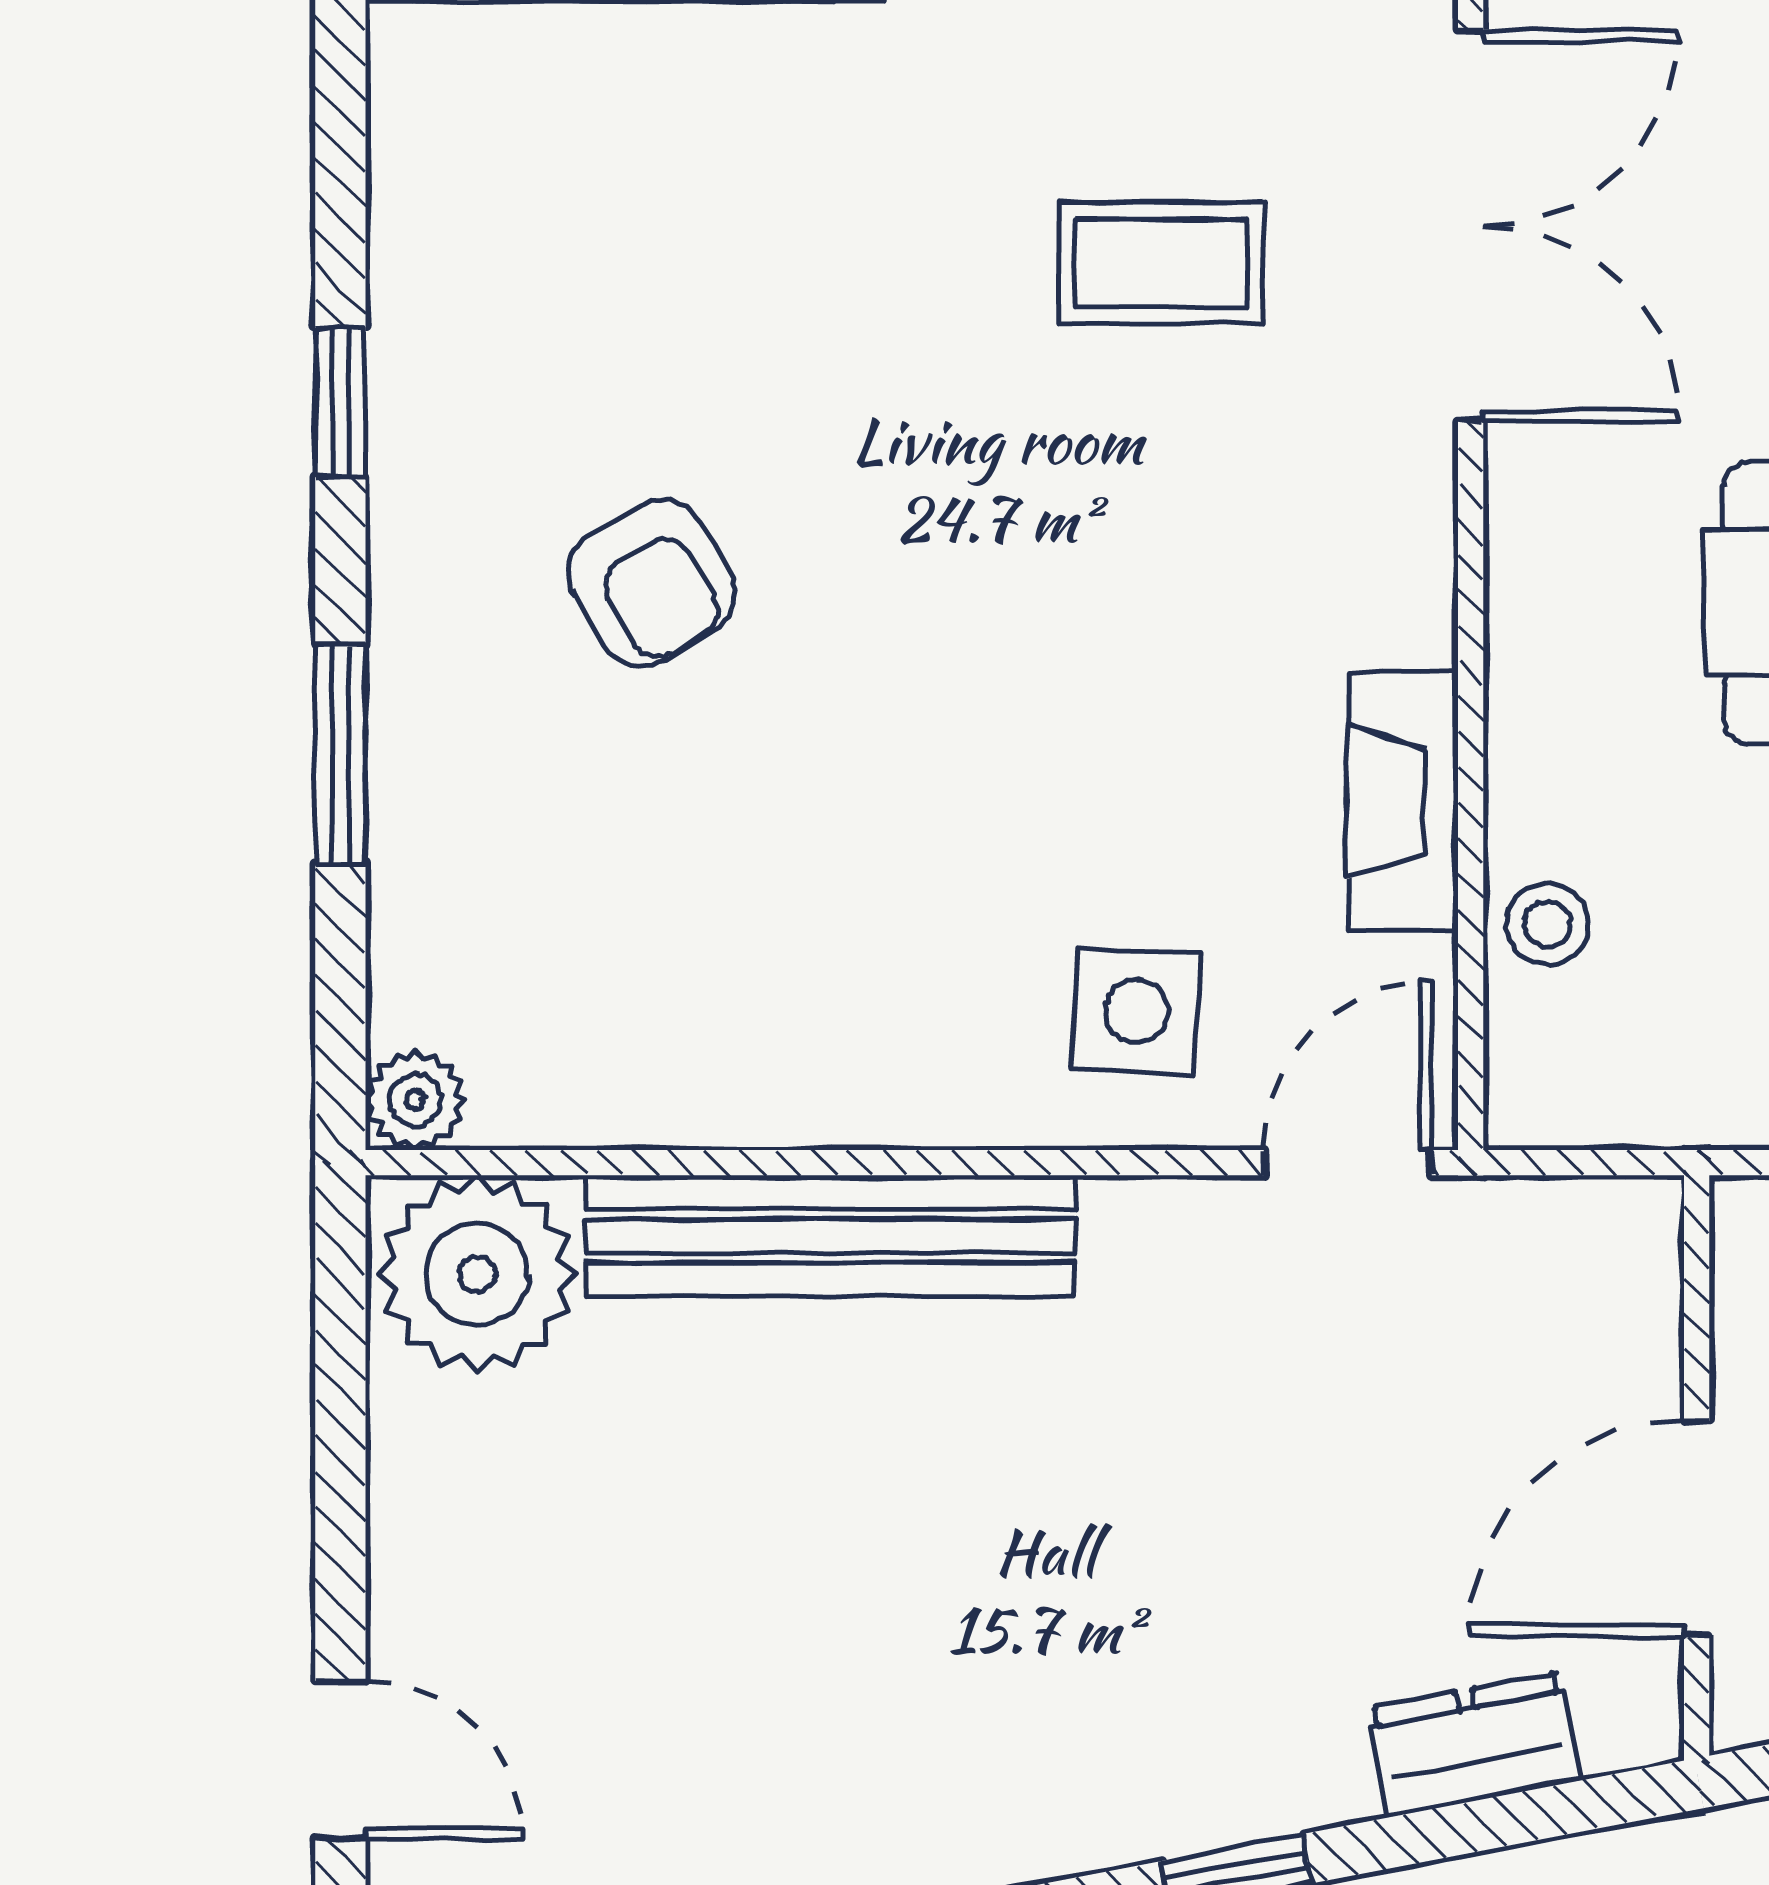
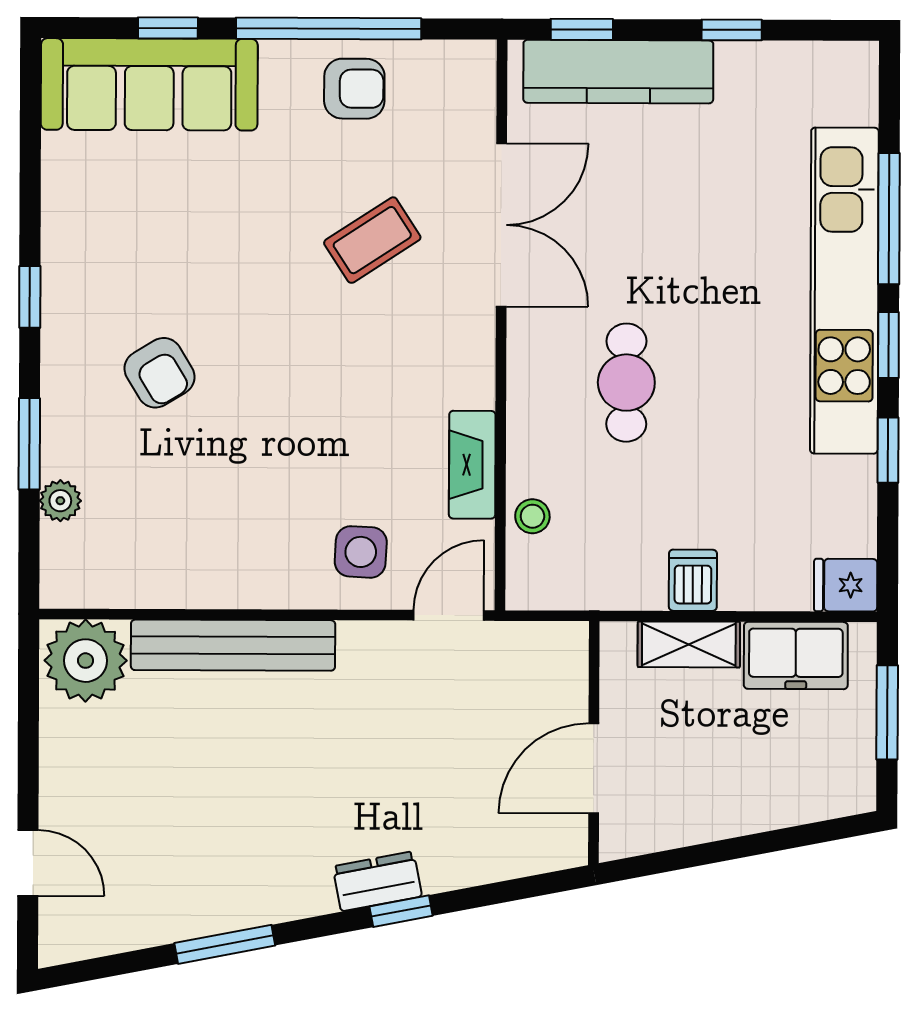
coffee table: (1161, 263) -> (372, 240), turned -33
plant: (415, 1100) -> (60, 501), moved
dresser: (1474, 1744) -> (377, 881), moved

